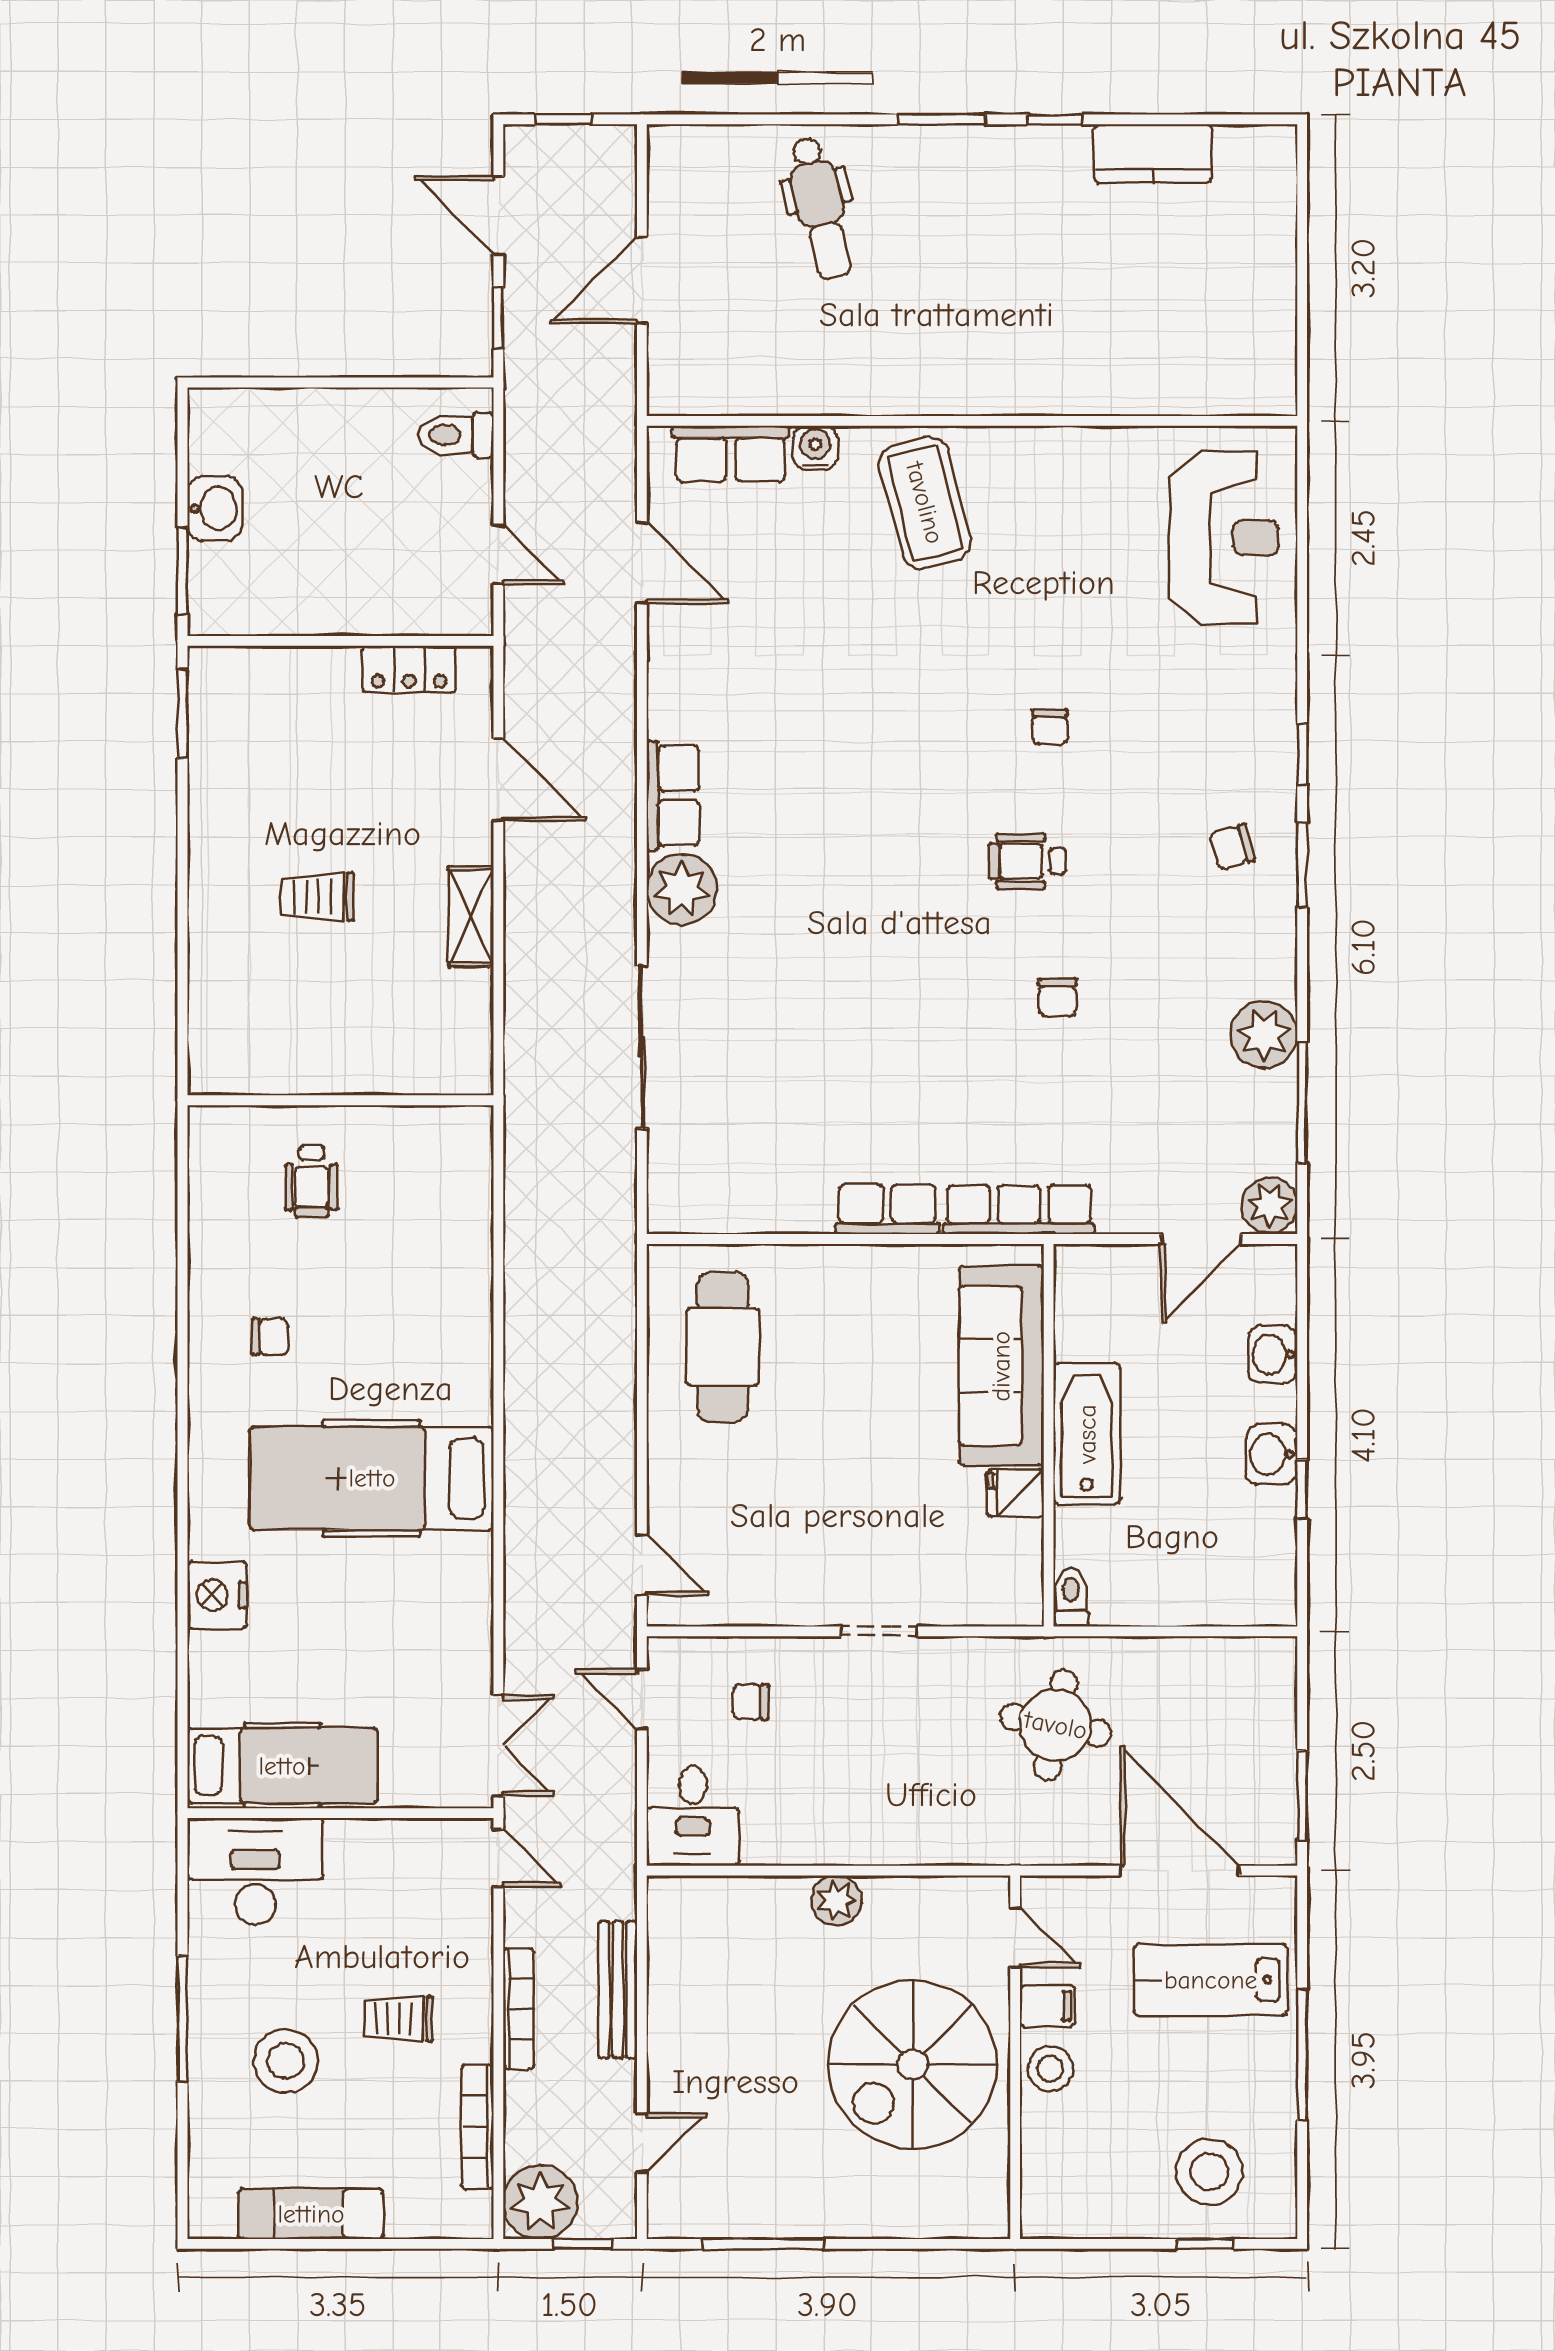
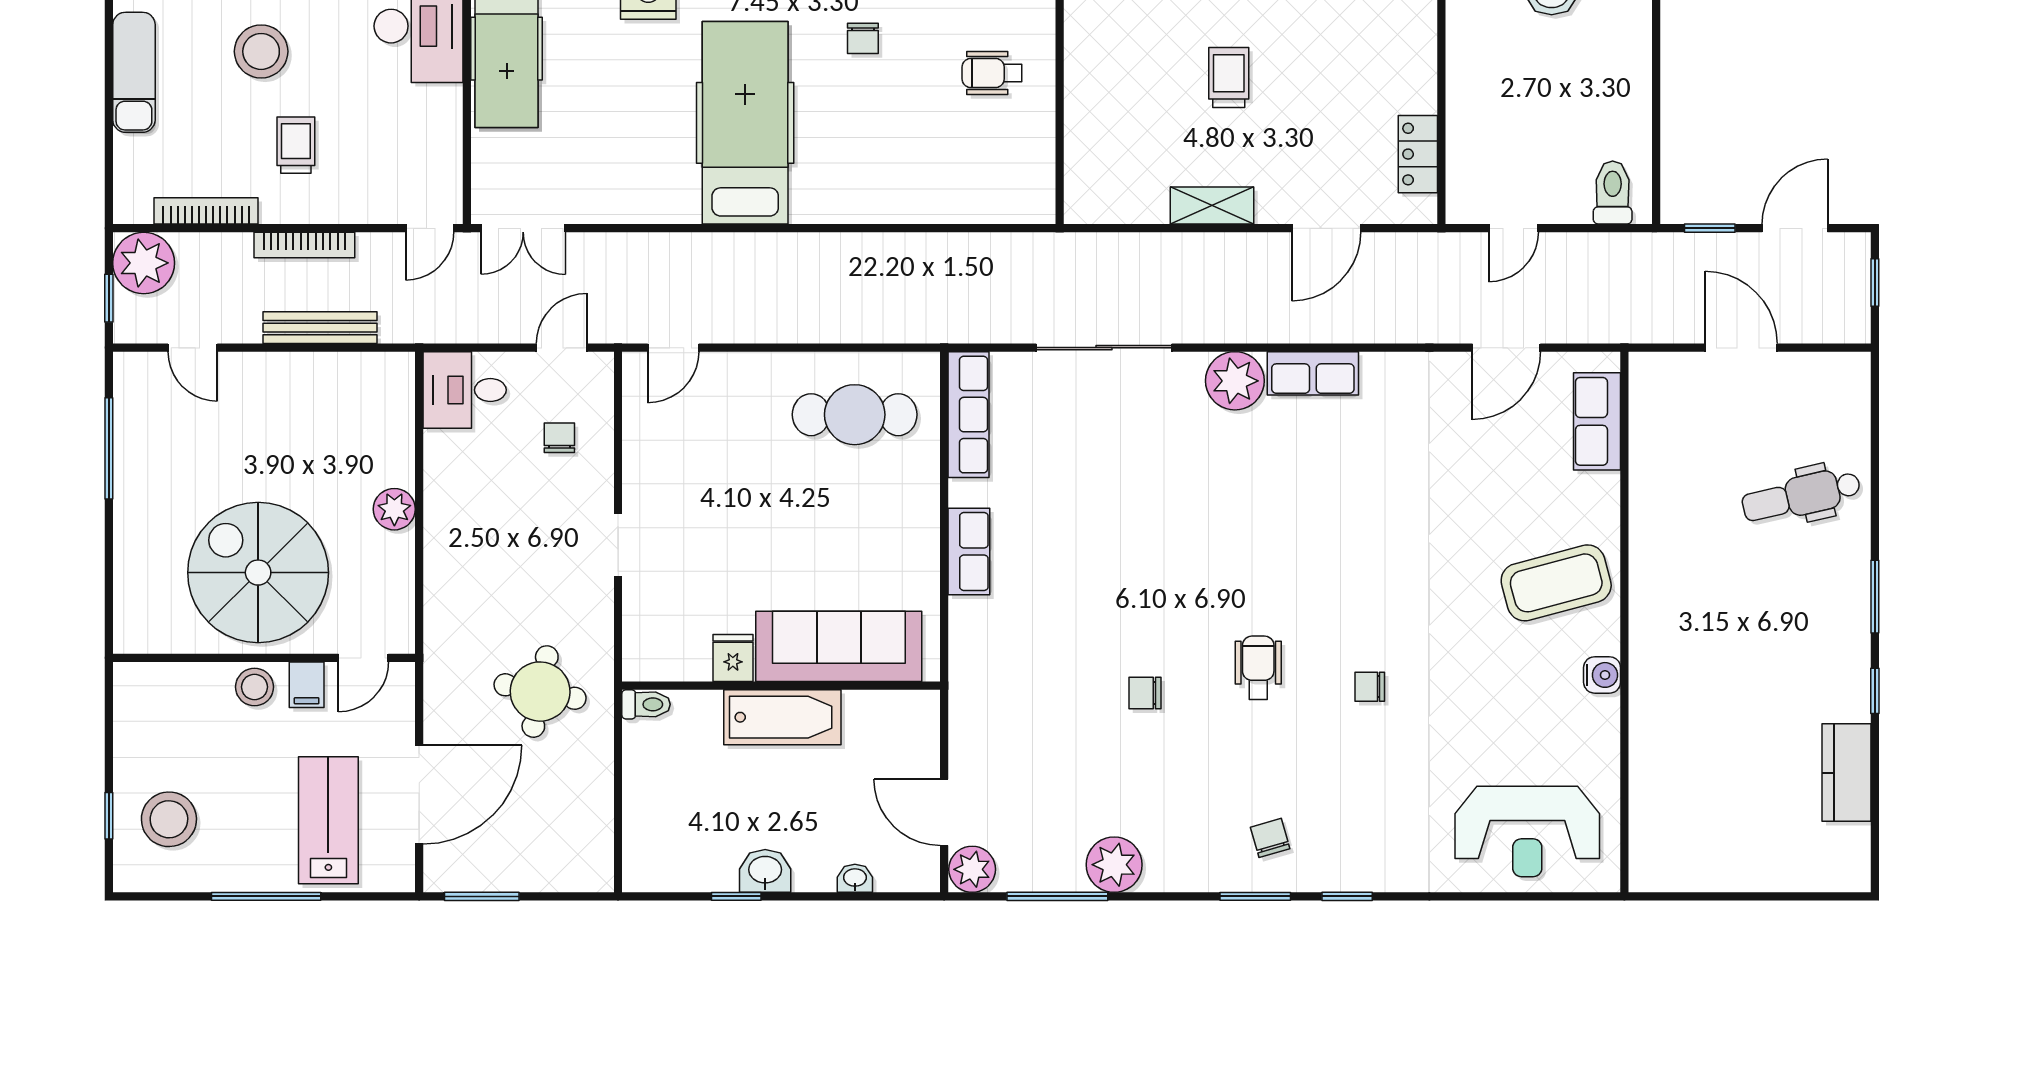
water cooler: (815, 448) -> (1602, 675), moved
row of seats: (1019, 1210) -> (969, 415), moved
washbasin: (1273, 1354) -> (855, 878), width x0.72, depth x0.69

